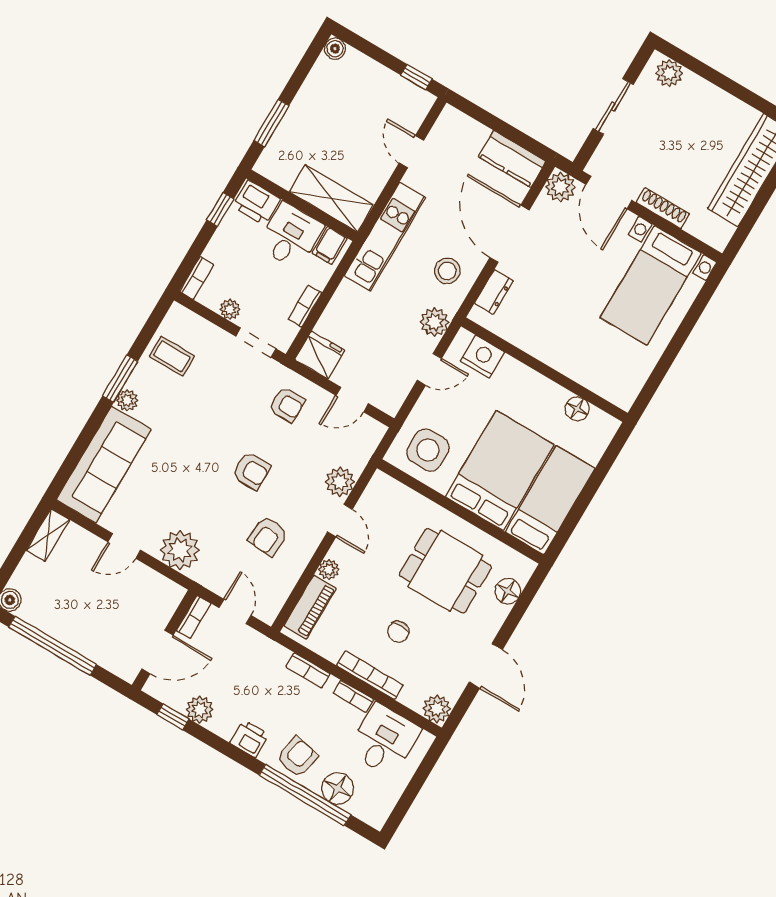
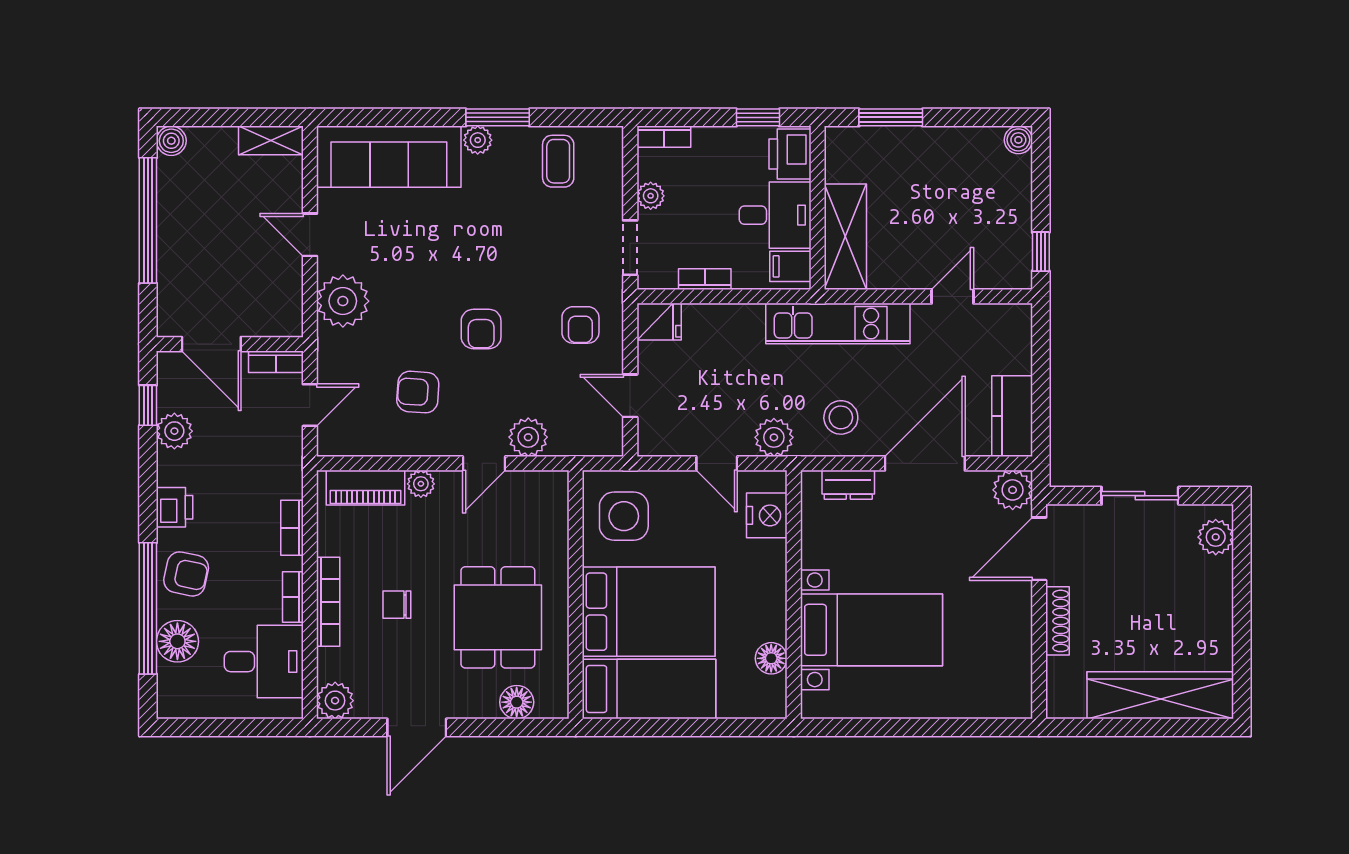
bed with nightstands: (651, 285) -> (872, 630), moved, turned 180
fridge: (320, 355) -> (659, 322), width x0.72

